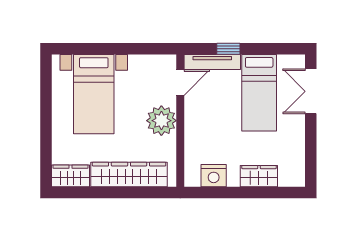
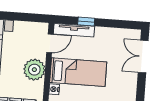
bed: (259, 93) -> (78, 72), moved, turned -90
nightstand: (191, 146) -> (54, 89), added

